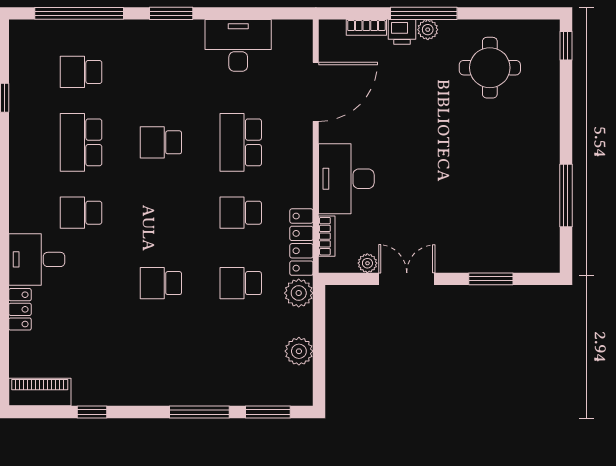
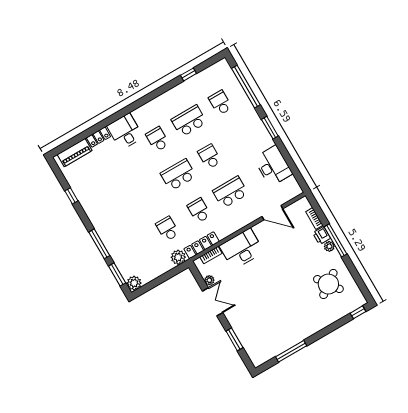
round table: (490, 68) -> (328, 284), turned -36
door: (316, 92) -> (272, 213), width x0.73
school desk: (161, 283) -> (178, 175), moved, width x1.85
plant: (299, 351) -> (134, 283), moved
piano: (40, 392) -> (75, 153), moved, turned 90

